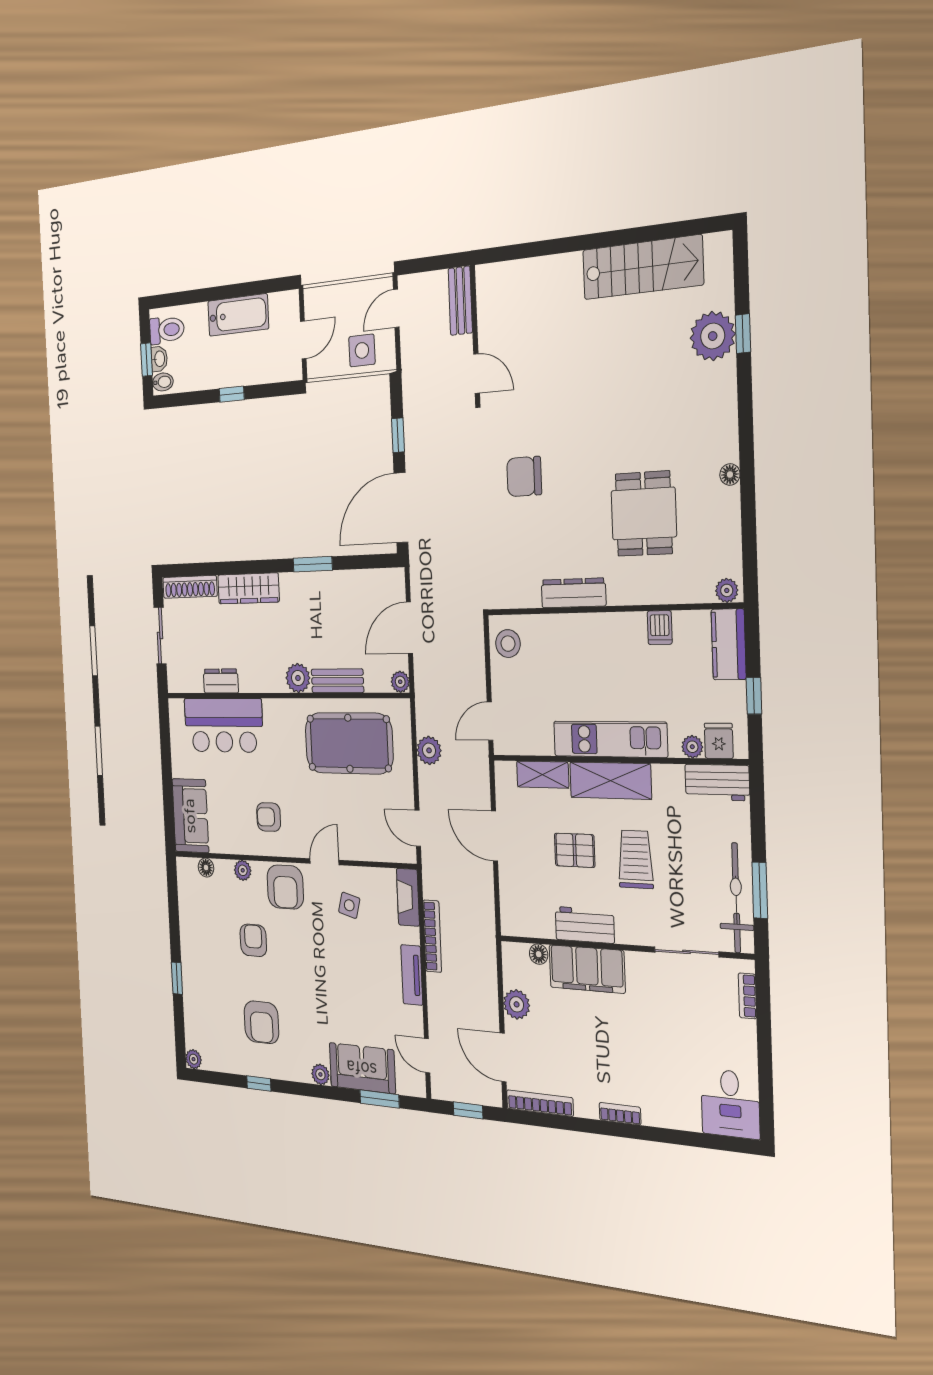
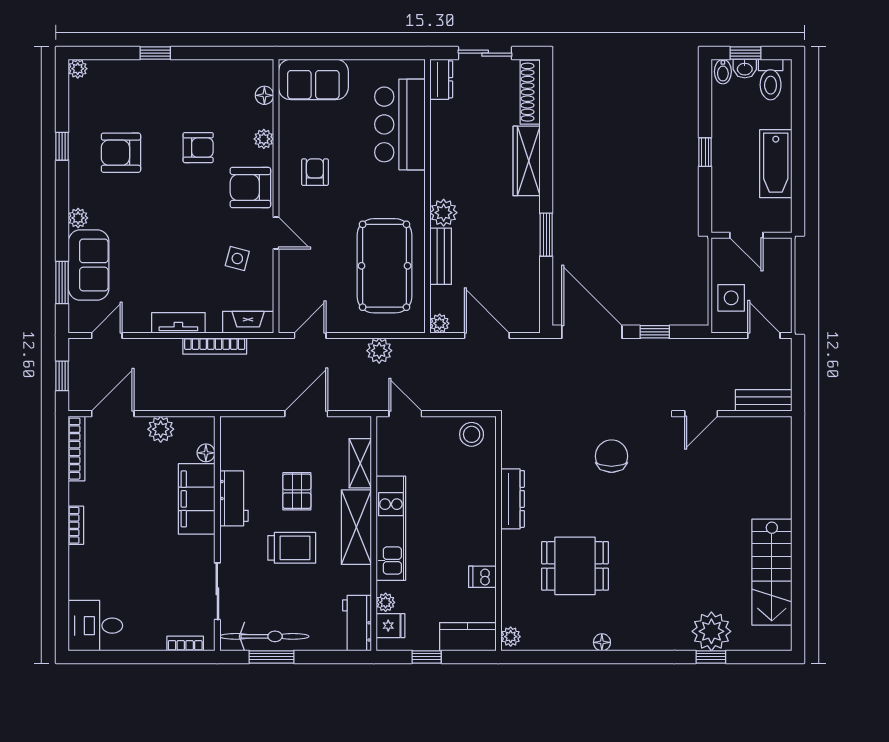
dresser: (221, 681) -> (441, 79), moved

